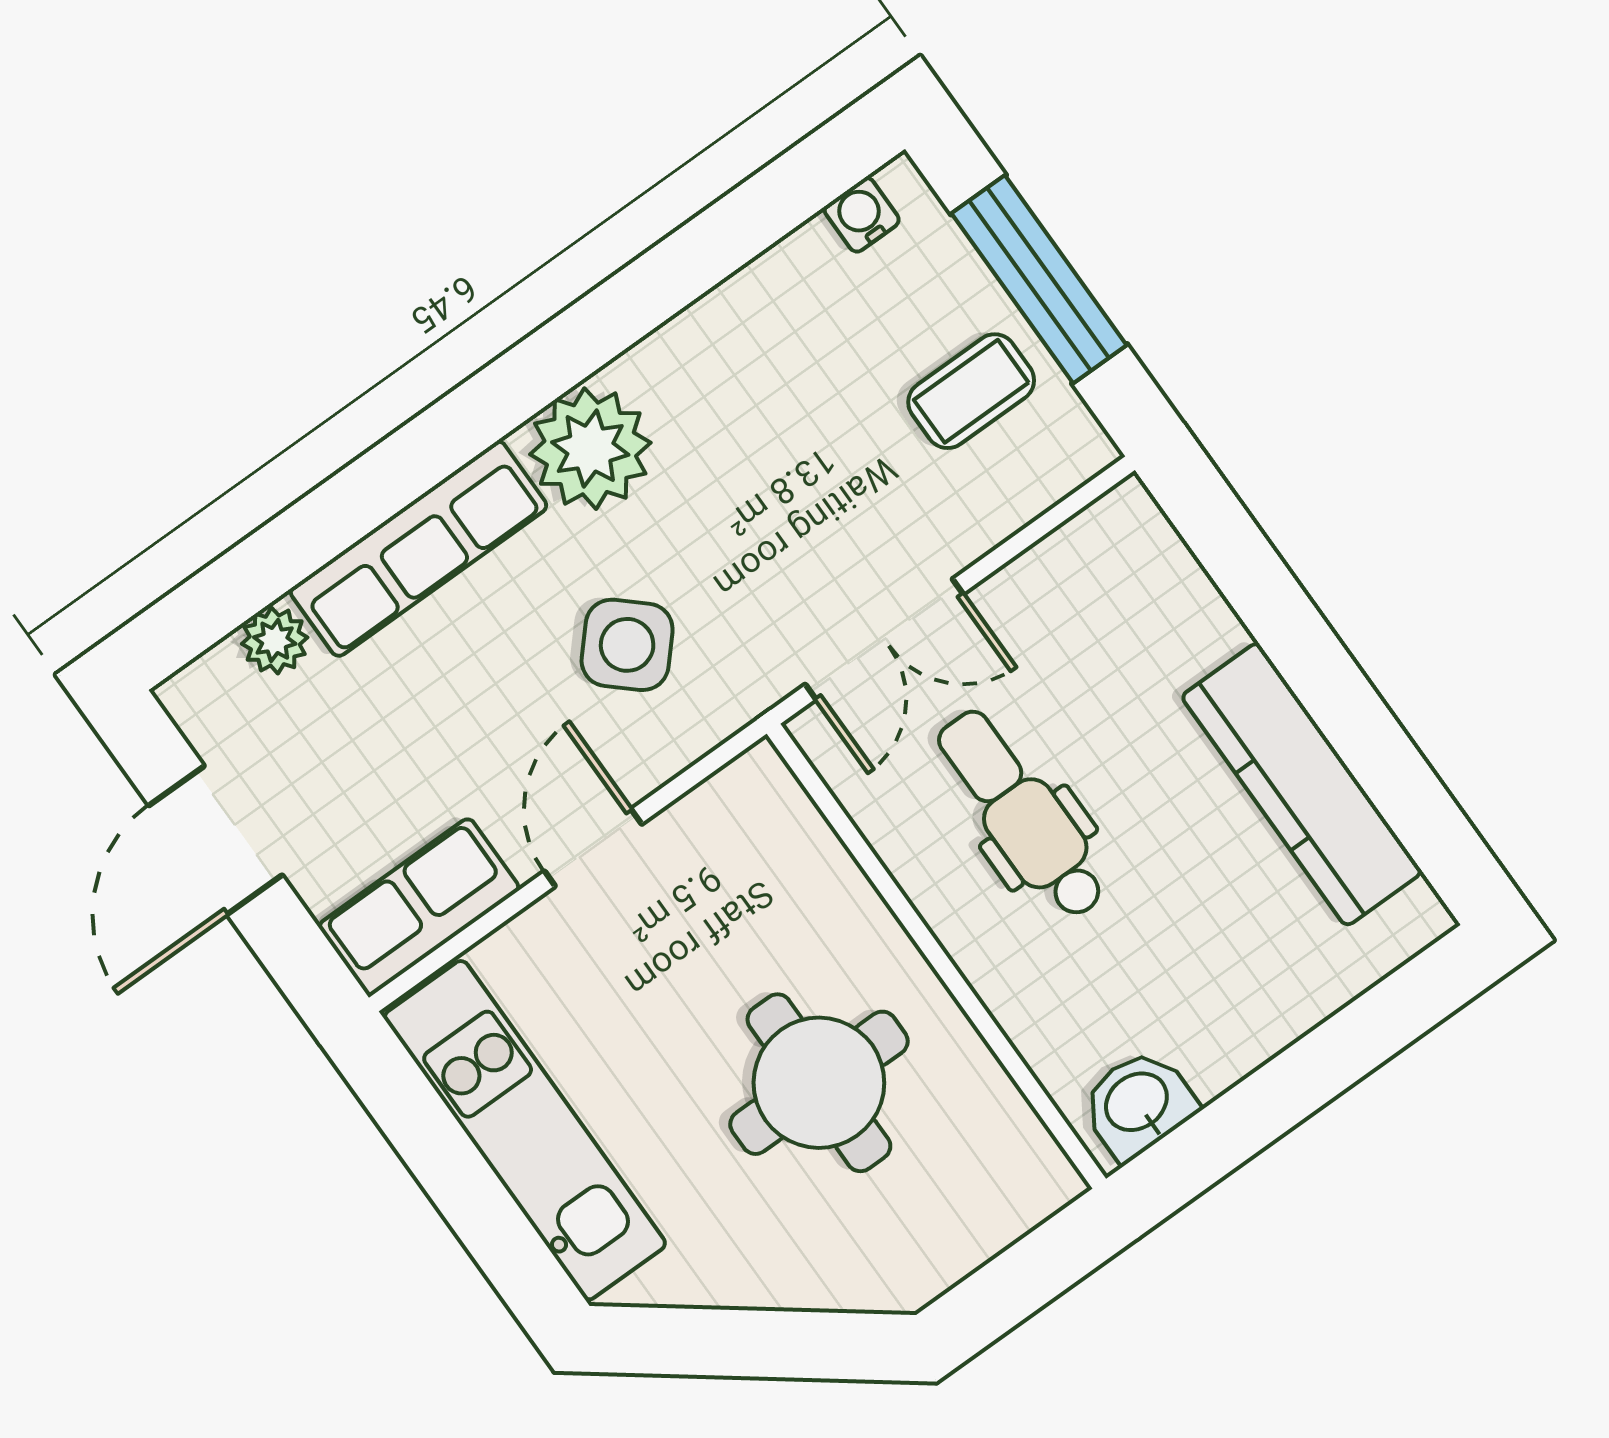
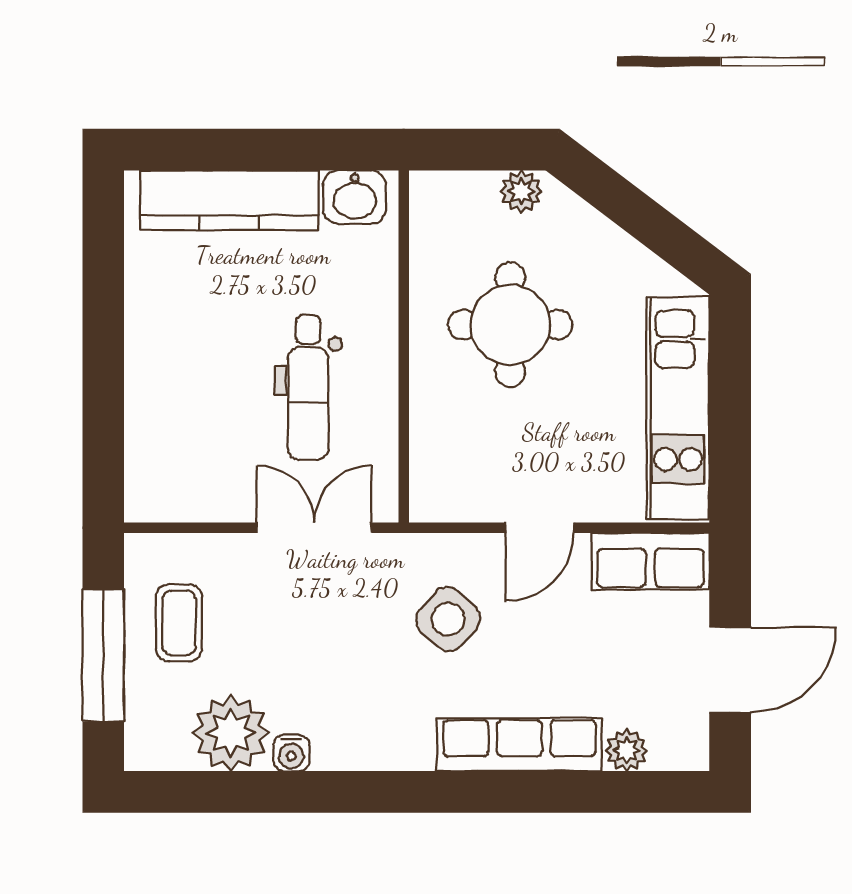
water cooler: (862, 215) -> (291, 753), moved
coffee table: (971, 391) -> (179, 623), turned 90
plant: (590, 449) -> (231, 733), moved
kitchen counter: (1302, 784) -> (229, 200), moved, turned 90
plant: (928, 1265) -> (521, 191), added

